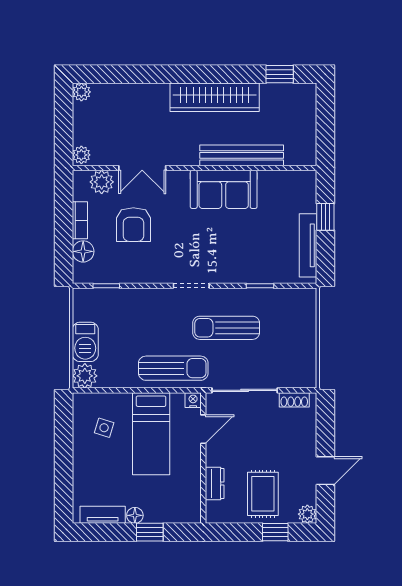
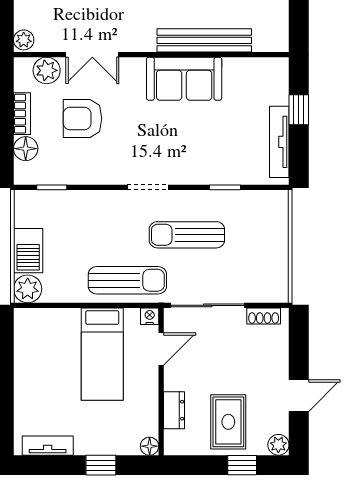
armchair: (133, 225) -> (82, 118), turned 90
side table: (104, 428) -> (49, 347), removed
floor lamp: (135, 515) -> (150, 446), moved

